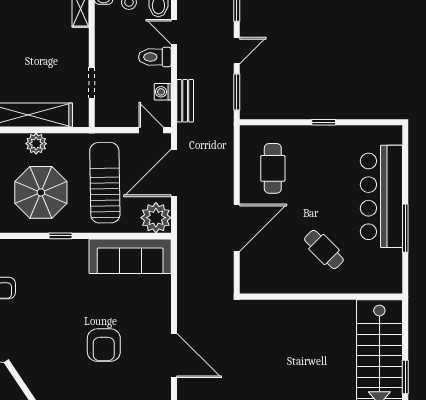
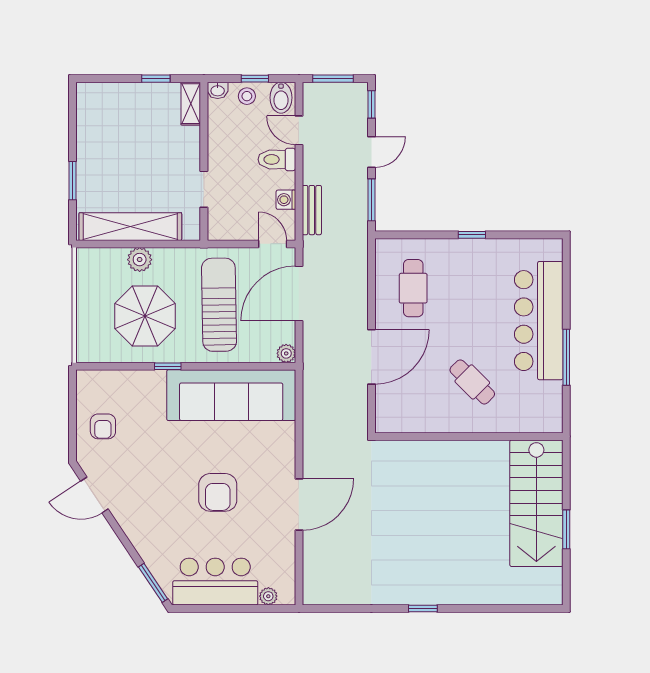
plant: (156, 218) -> (286, 353), width x0.53, depth x0.53
sofa: (130, 256) -> (231, 395), width x1.36, depth x1.27
door: (174, 356) -> (299, 504), hinge flipped

